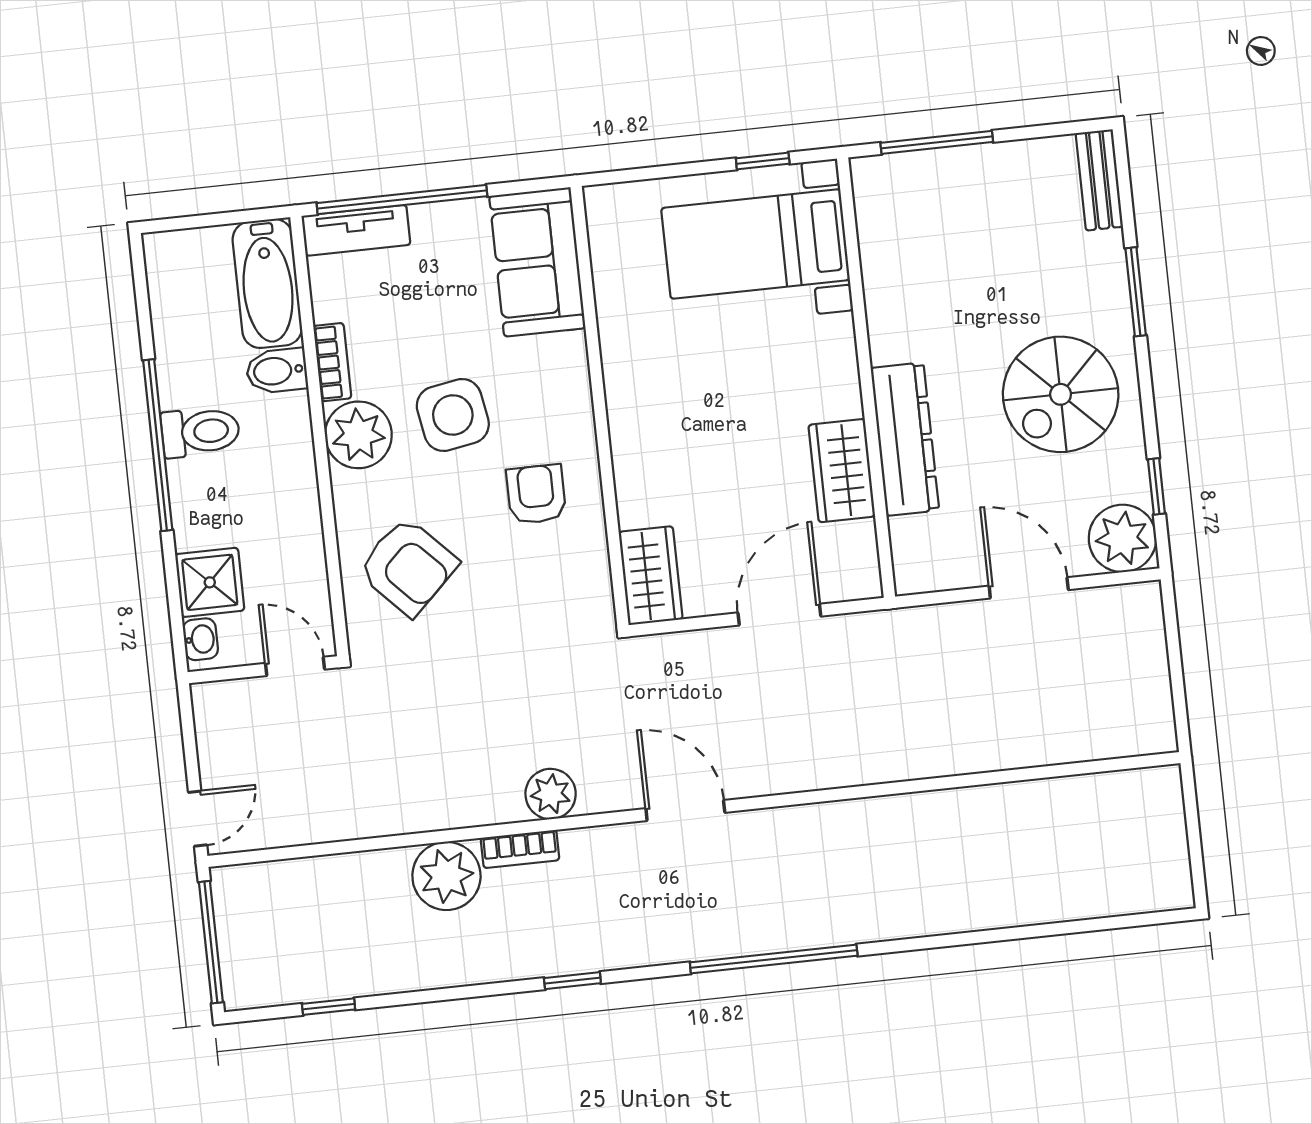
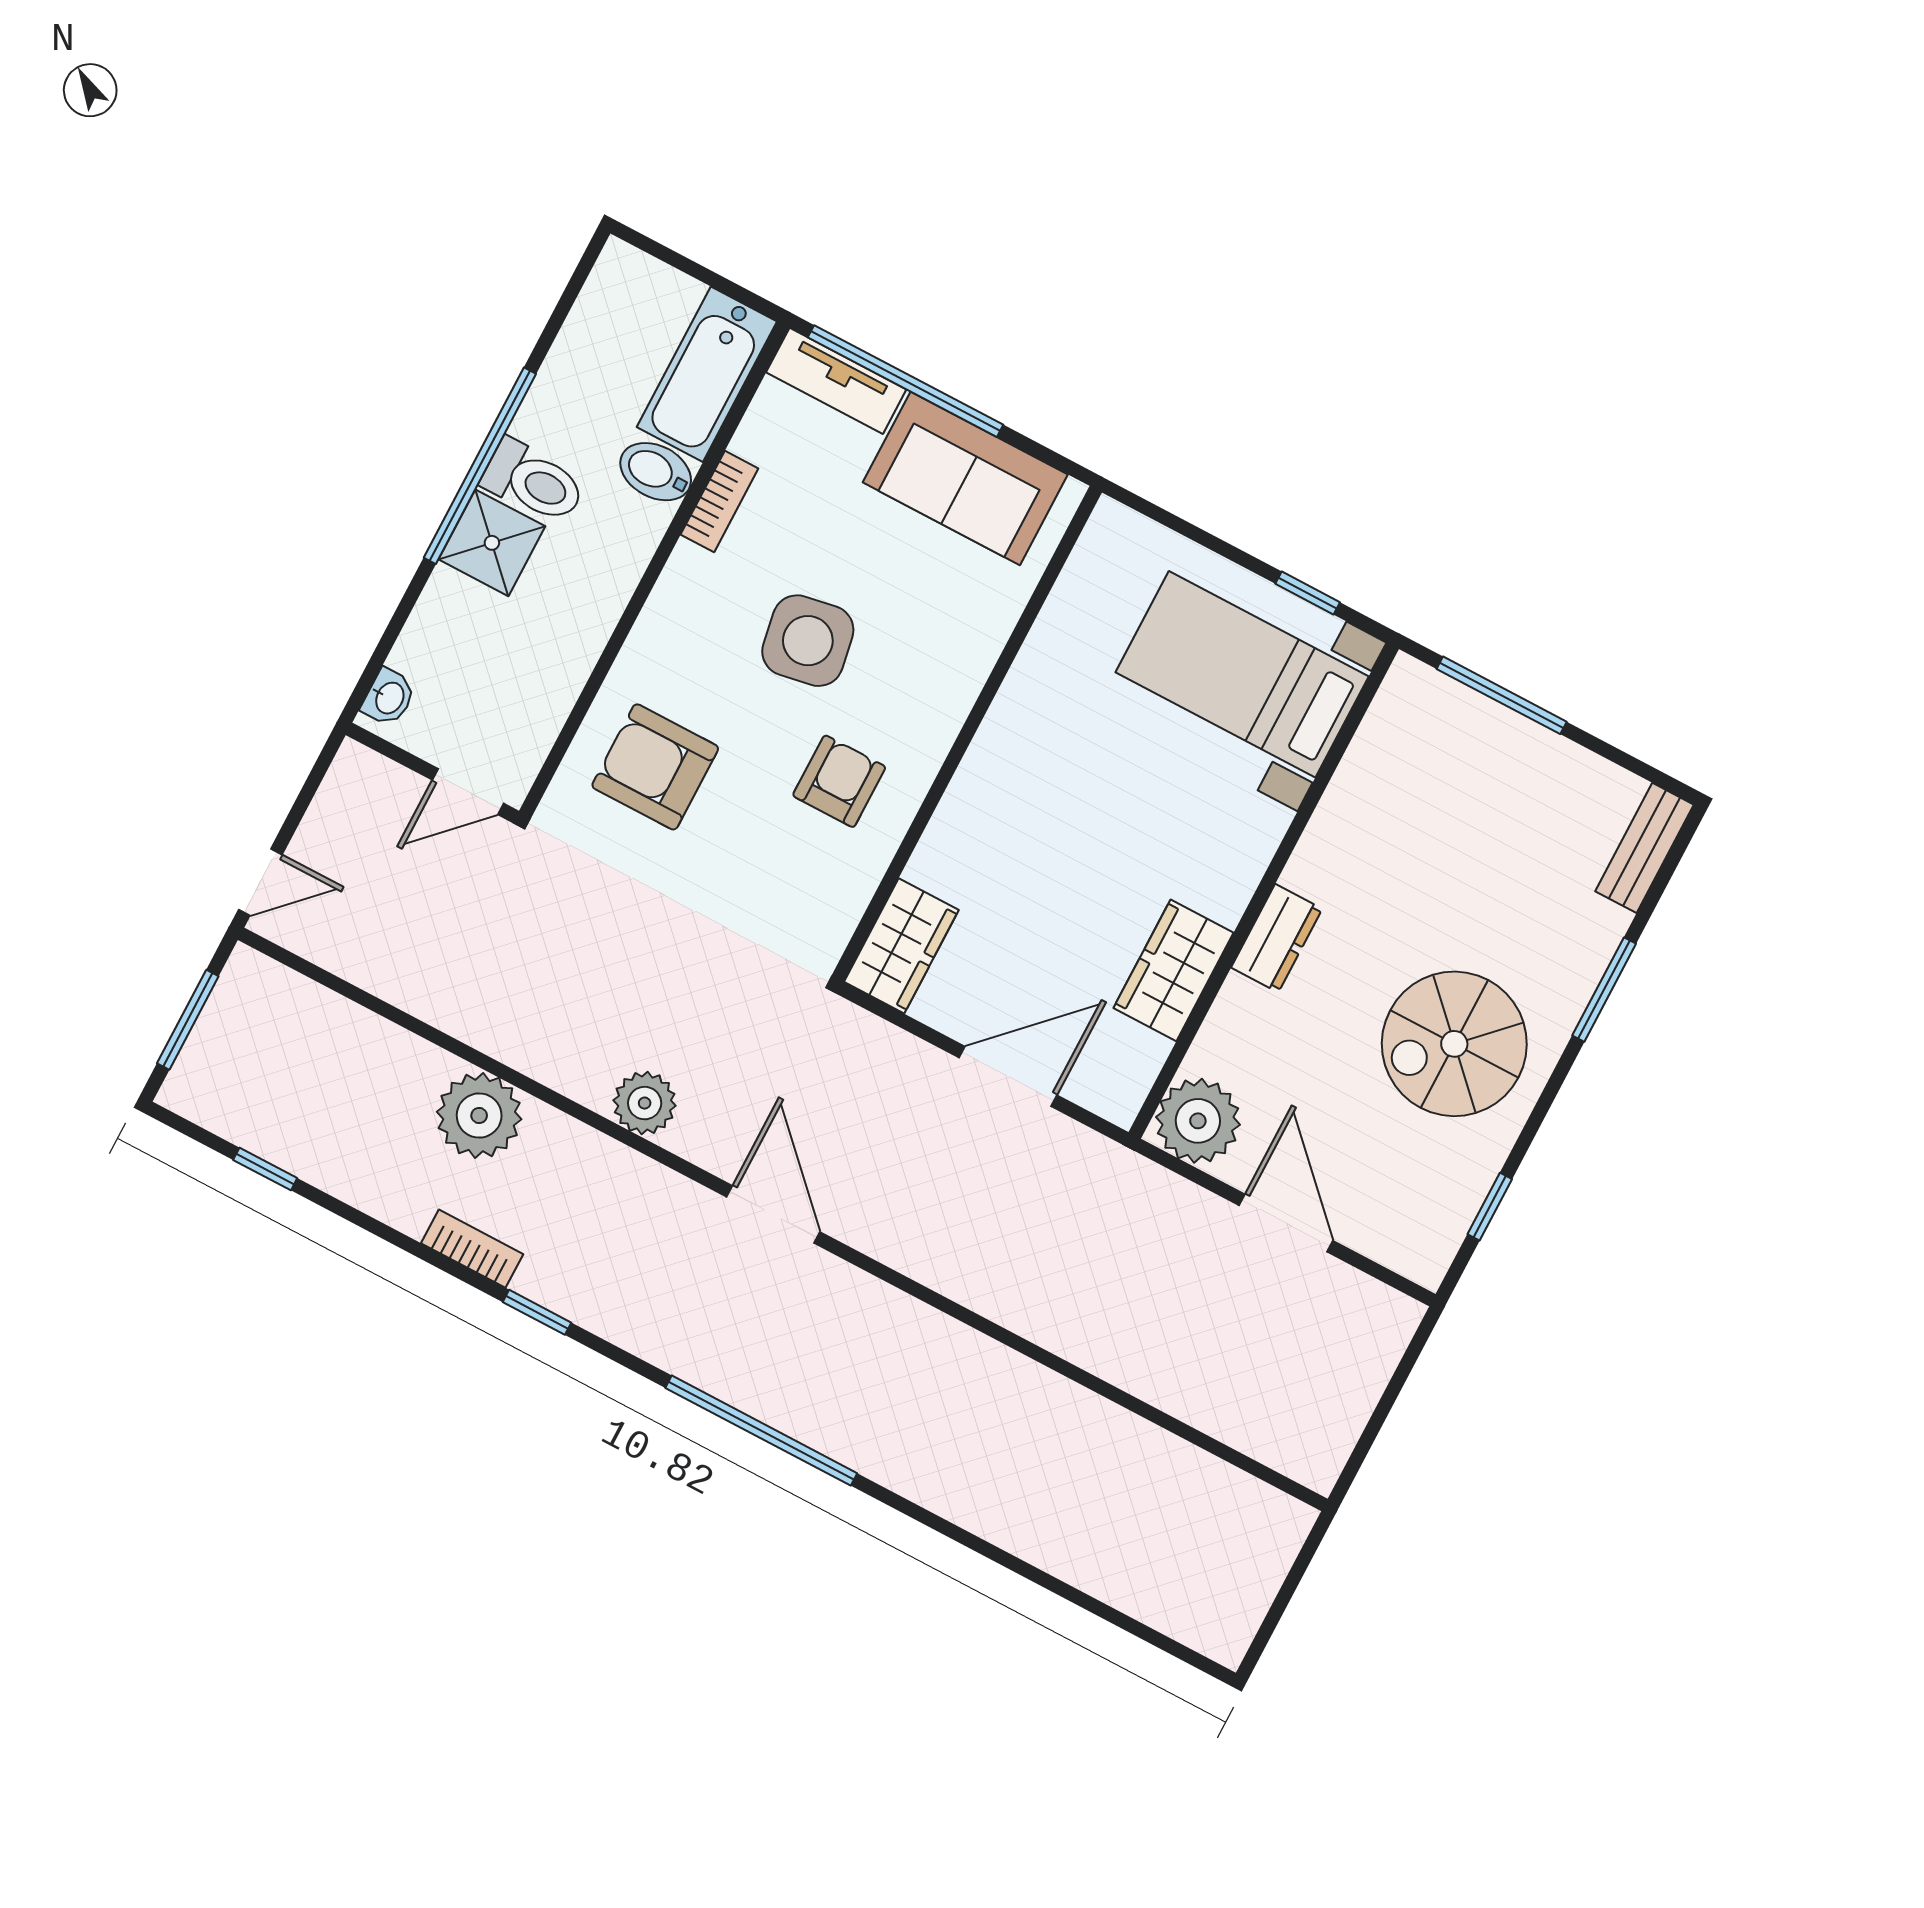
sofa: (537, 262) -> (965, 478), moved, turned -90
plant: (358, 435) -> (696, 595), removed
dresser: (905, 439) -> (1277, 938), width x0.51, depth x0.80
plant: (1122, 538) -> (1198, 1121), moved
armchair: (408, 567) -> (655, 767), turned 134
shower: (210, 582) -> (492, 543), moved
door: (295, 666) -> (468, 792), swing flipped
bookcase: (520, 849) -> (472, 1249), moved, turned 180
window: (211, 942) -> (188, 1020), width x0.69

